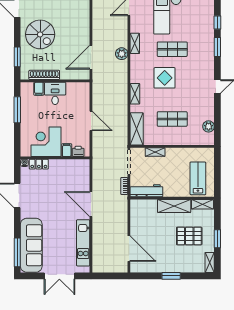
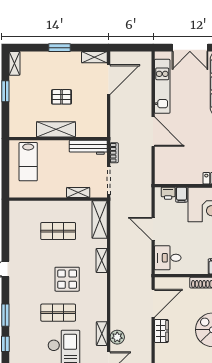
wardrobe: (84, 33) -> (161, 331), added
shelving: (135, 43) -> (102, 334), moved
plant: (122, 54) -> (117, 337), moved
desk: (55, 93) -> (168, 258), moved, turned 90
plant: (209, 126) -> (16, 222), removed
shelving: (202, 204) -> (94, 57), moved
pallet: (189, 236) -> (61, 97), moved, width x0.67, depth x0.71
door: (129, 249) -> (109, 80), swing flipped
double door: (59, 276) -> (190, 48), swing flipped

